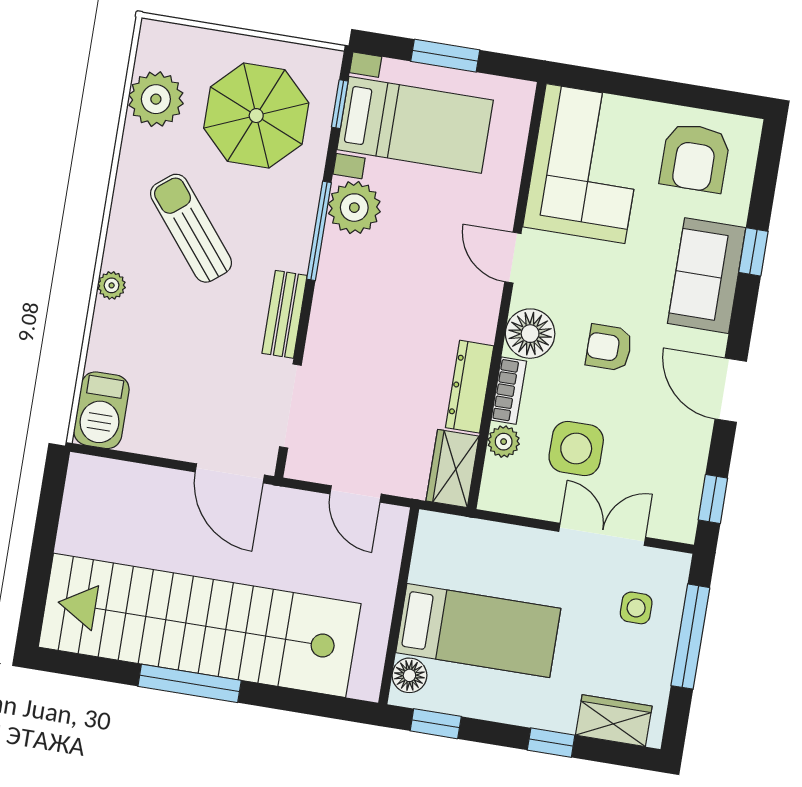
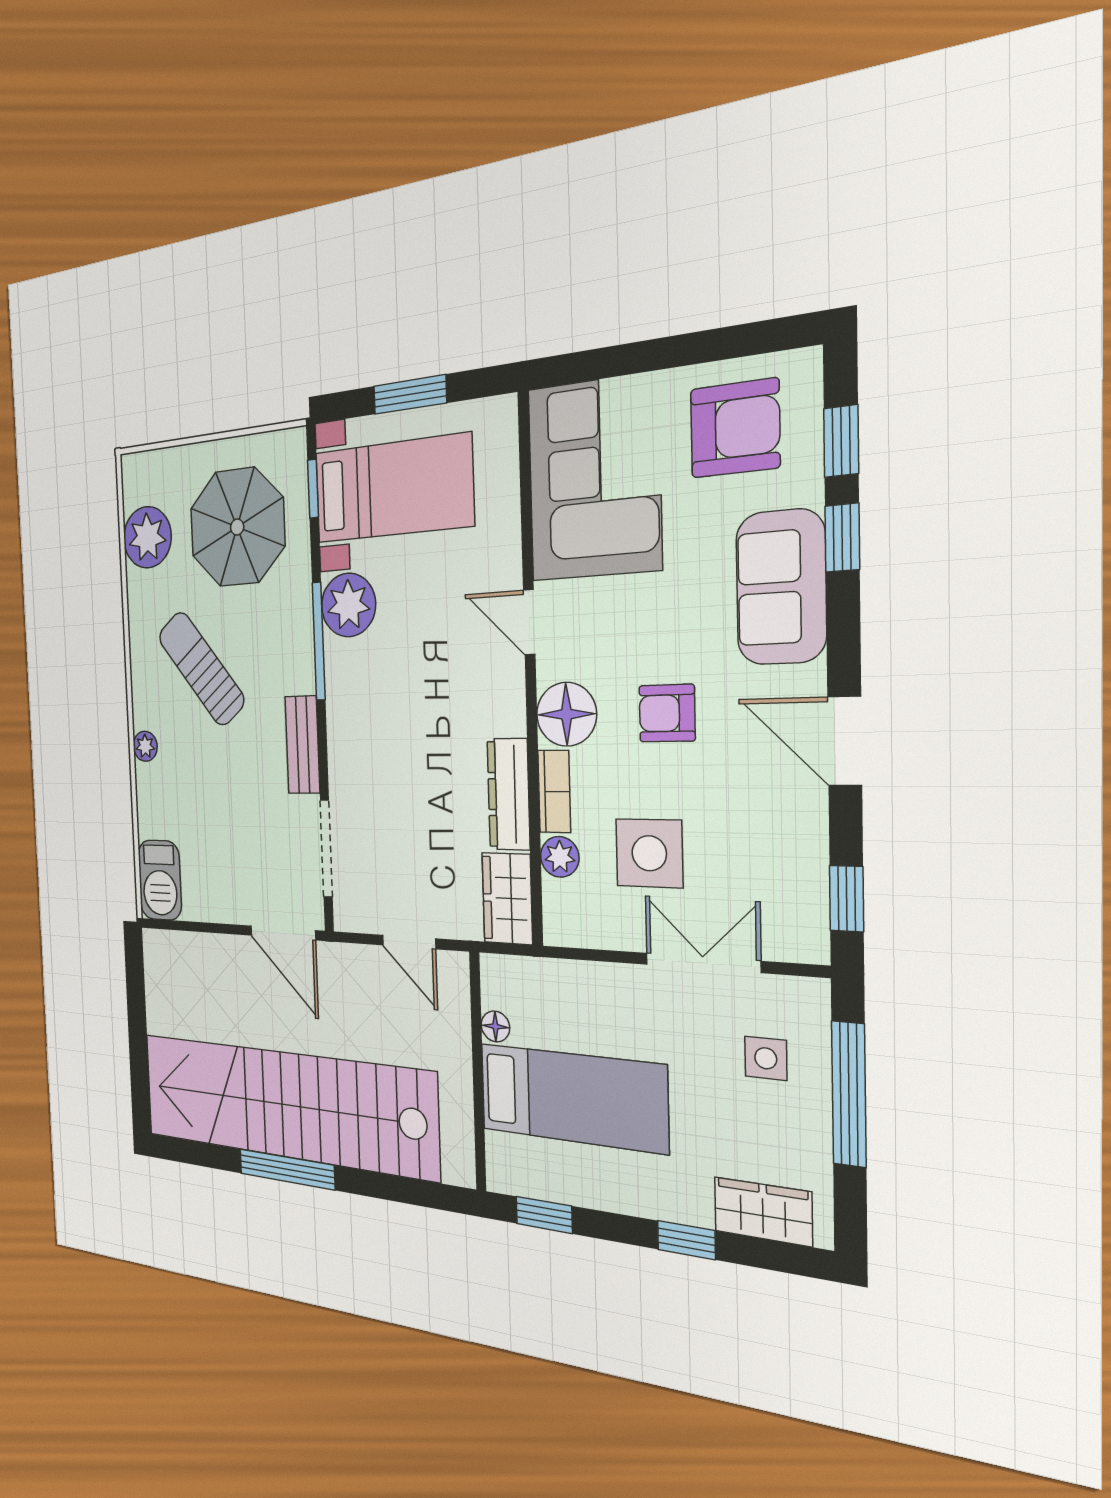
armchair: (695, 158) -> (735, 428), turned -90
window: (764, 187) -> (841, 441), added
floor lamp: (409, 675) -> (495, 1026), moved, width x0.73, depth x0.73

